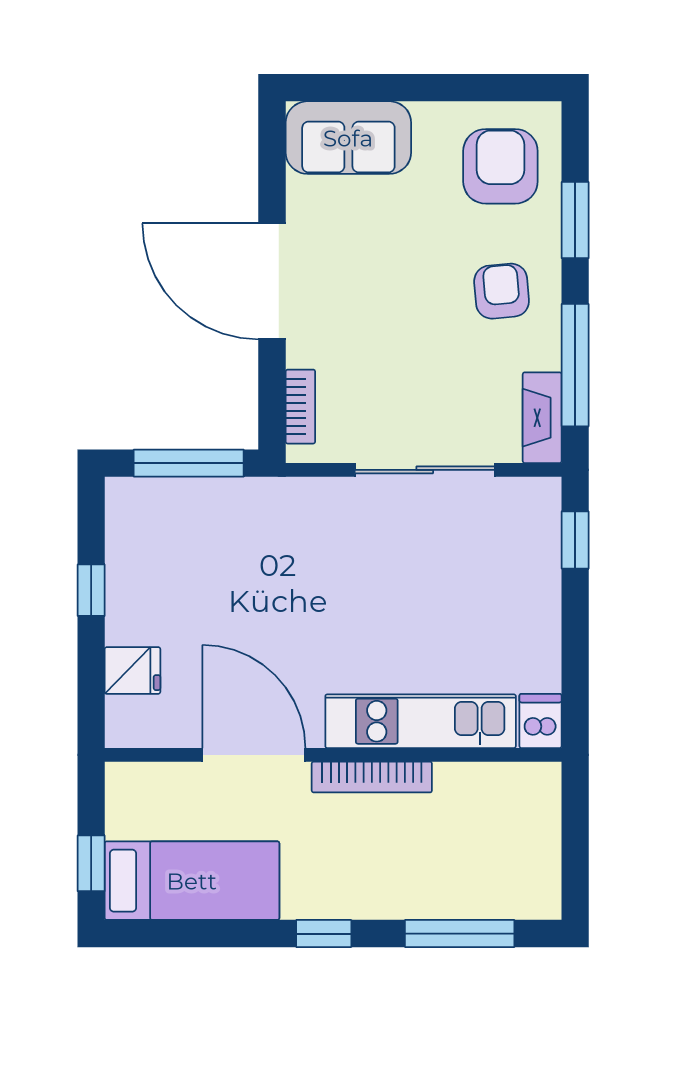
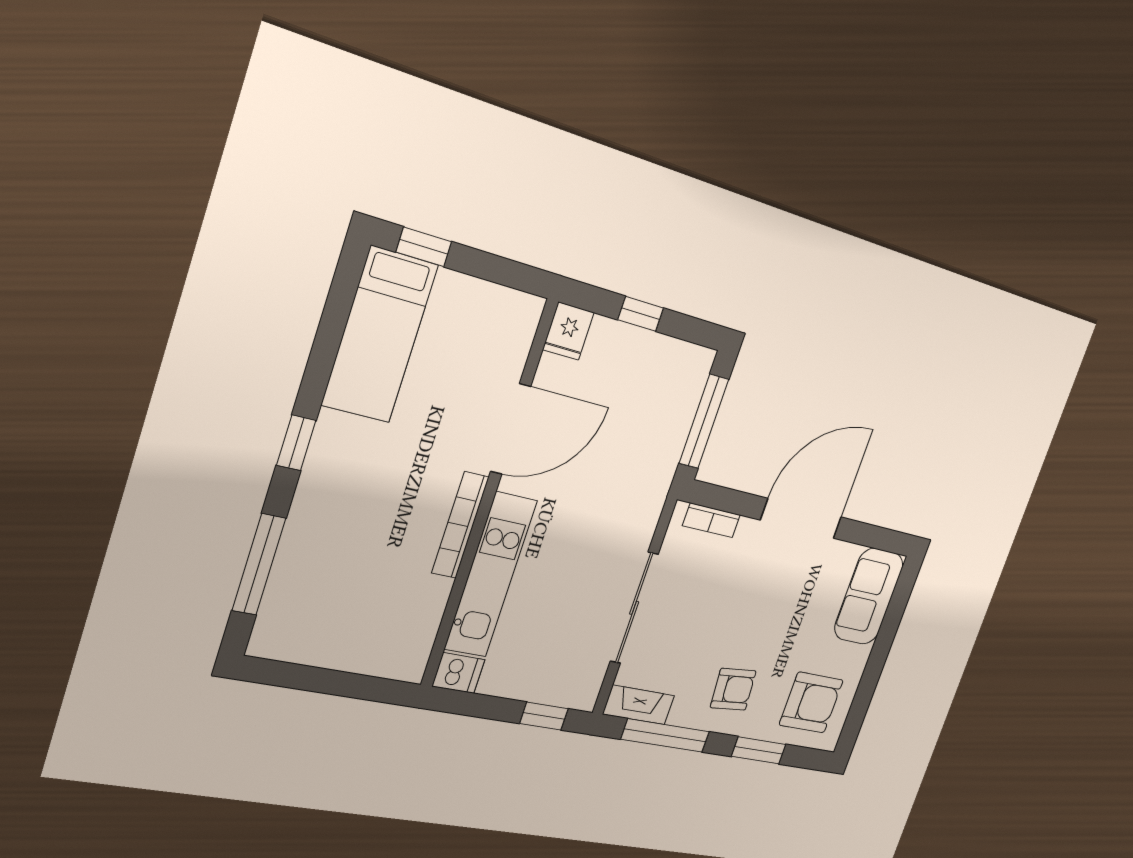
kitchen unit: (421, 721) -> (491, 575), moved
dishwasher: (541, 721) -> (458, 673), moved
door: (254, 755) -> (511, 429), moved
wall: (333, 755) -> (488, 496), moved
bookcase: (372, 777) -> (460, 525), moved

